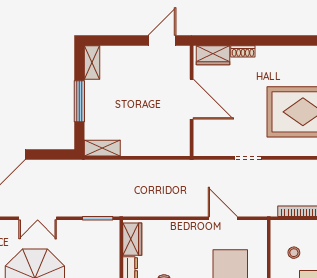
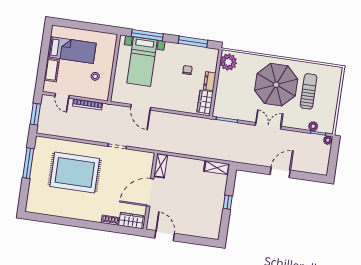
door: (162, 41) -> (165, 236), swing flipped
shelving: (92, 62) -> (161, 166), moved
door: (192, 99) -> (150, 192), hinge flipped
window: (79, 101) -> (228, 202), width x0.46

